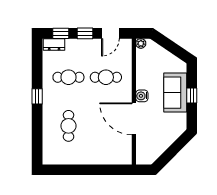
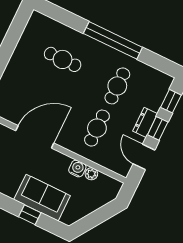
plant: (141, 43) -> (91, 174), moved
dresser: (54, 45) -> (145, 122), moved
window: (37, 96) -> (113, 40), width x3.17
water cooler: (142, 96) -> (77, 168), moved

